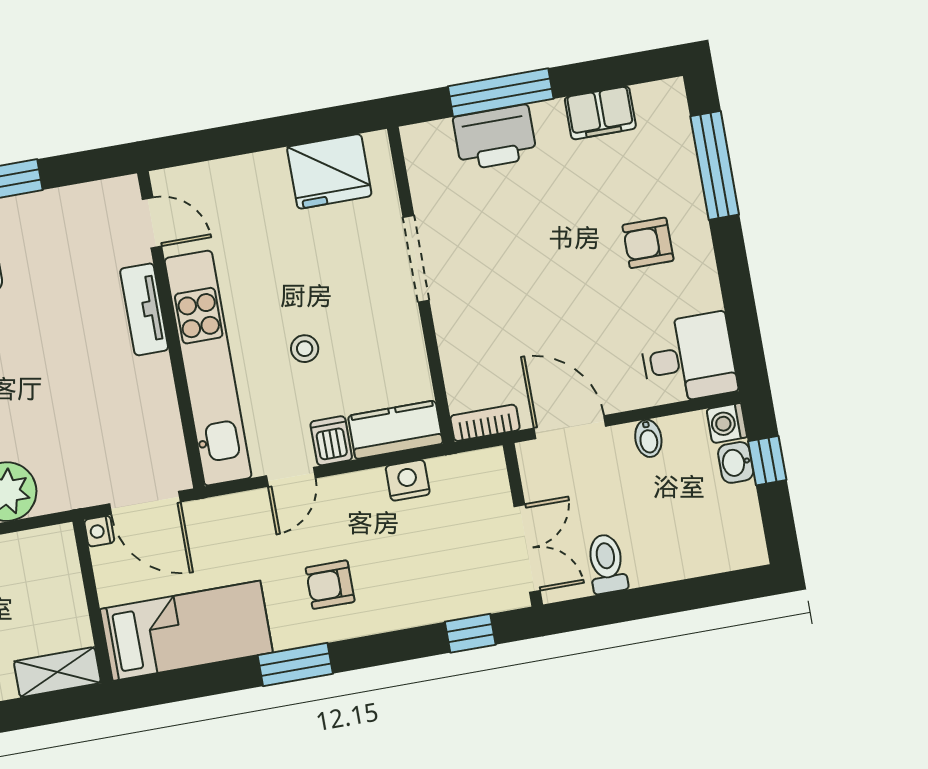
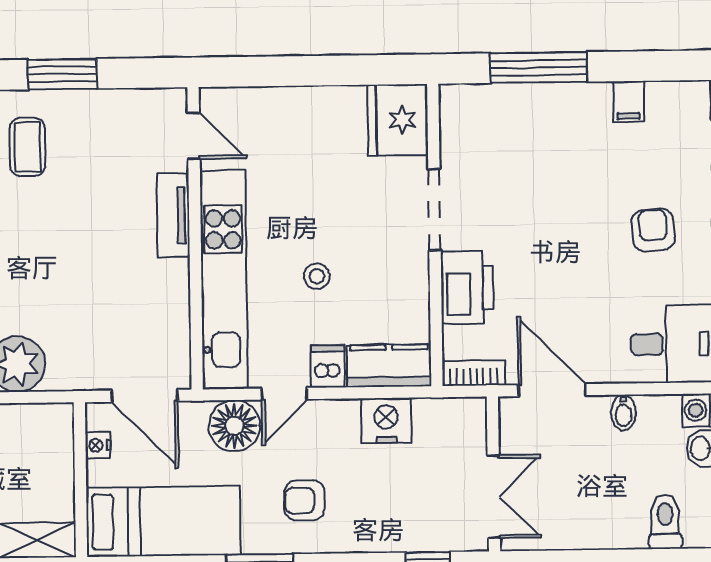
filing cabinet: (600, 113) -> (628, 102), width x0.50
printer: (495, 137) -> (467, 287), moved, turned -90
fridge: (329, 171) -> (398, 120), moved, turned 90
armchair: (648, 243) -> (653, 230), turned 86
nightstand: (408, 480) -> (386, 420), width x1.36, depth x1.33
floor lamp: (244, 519) -> (234, 426), added
nightstand: (99, 531) -> (98, 445), moved
toilet: (607, 564) -> (665, 522), moved

